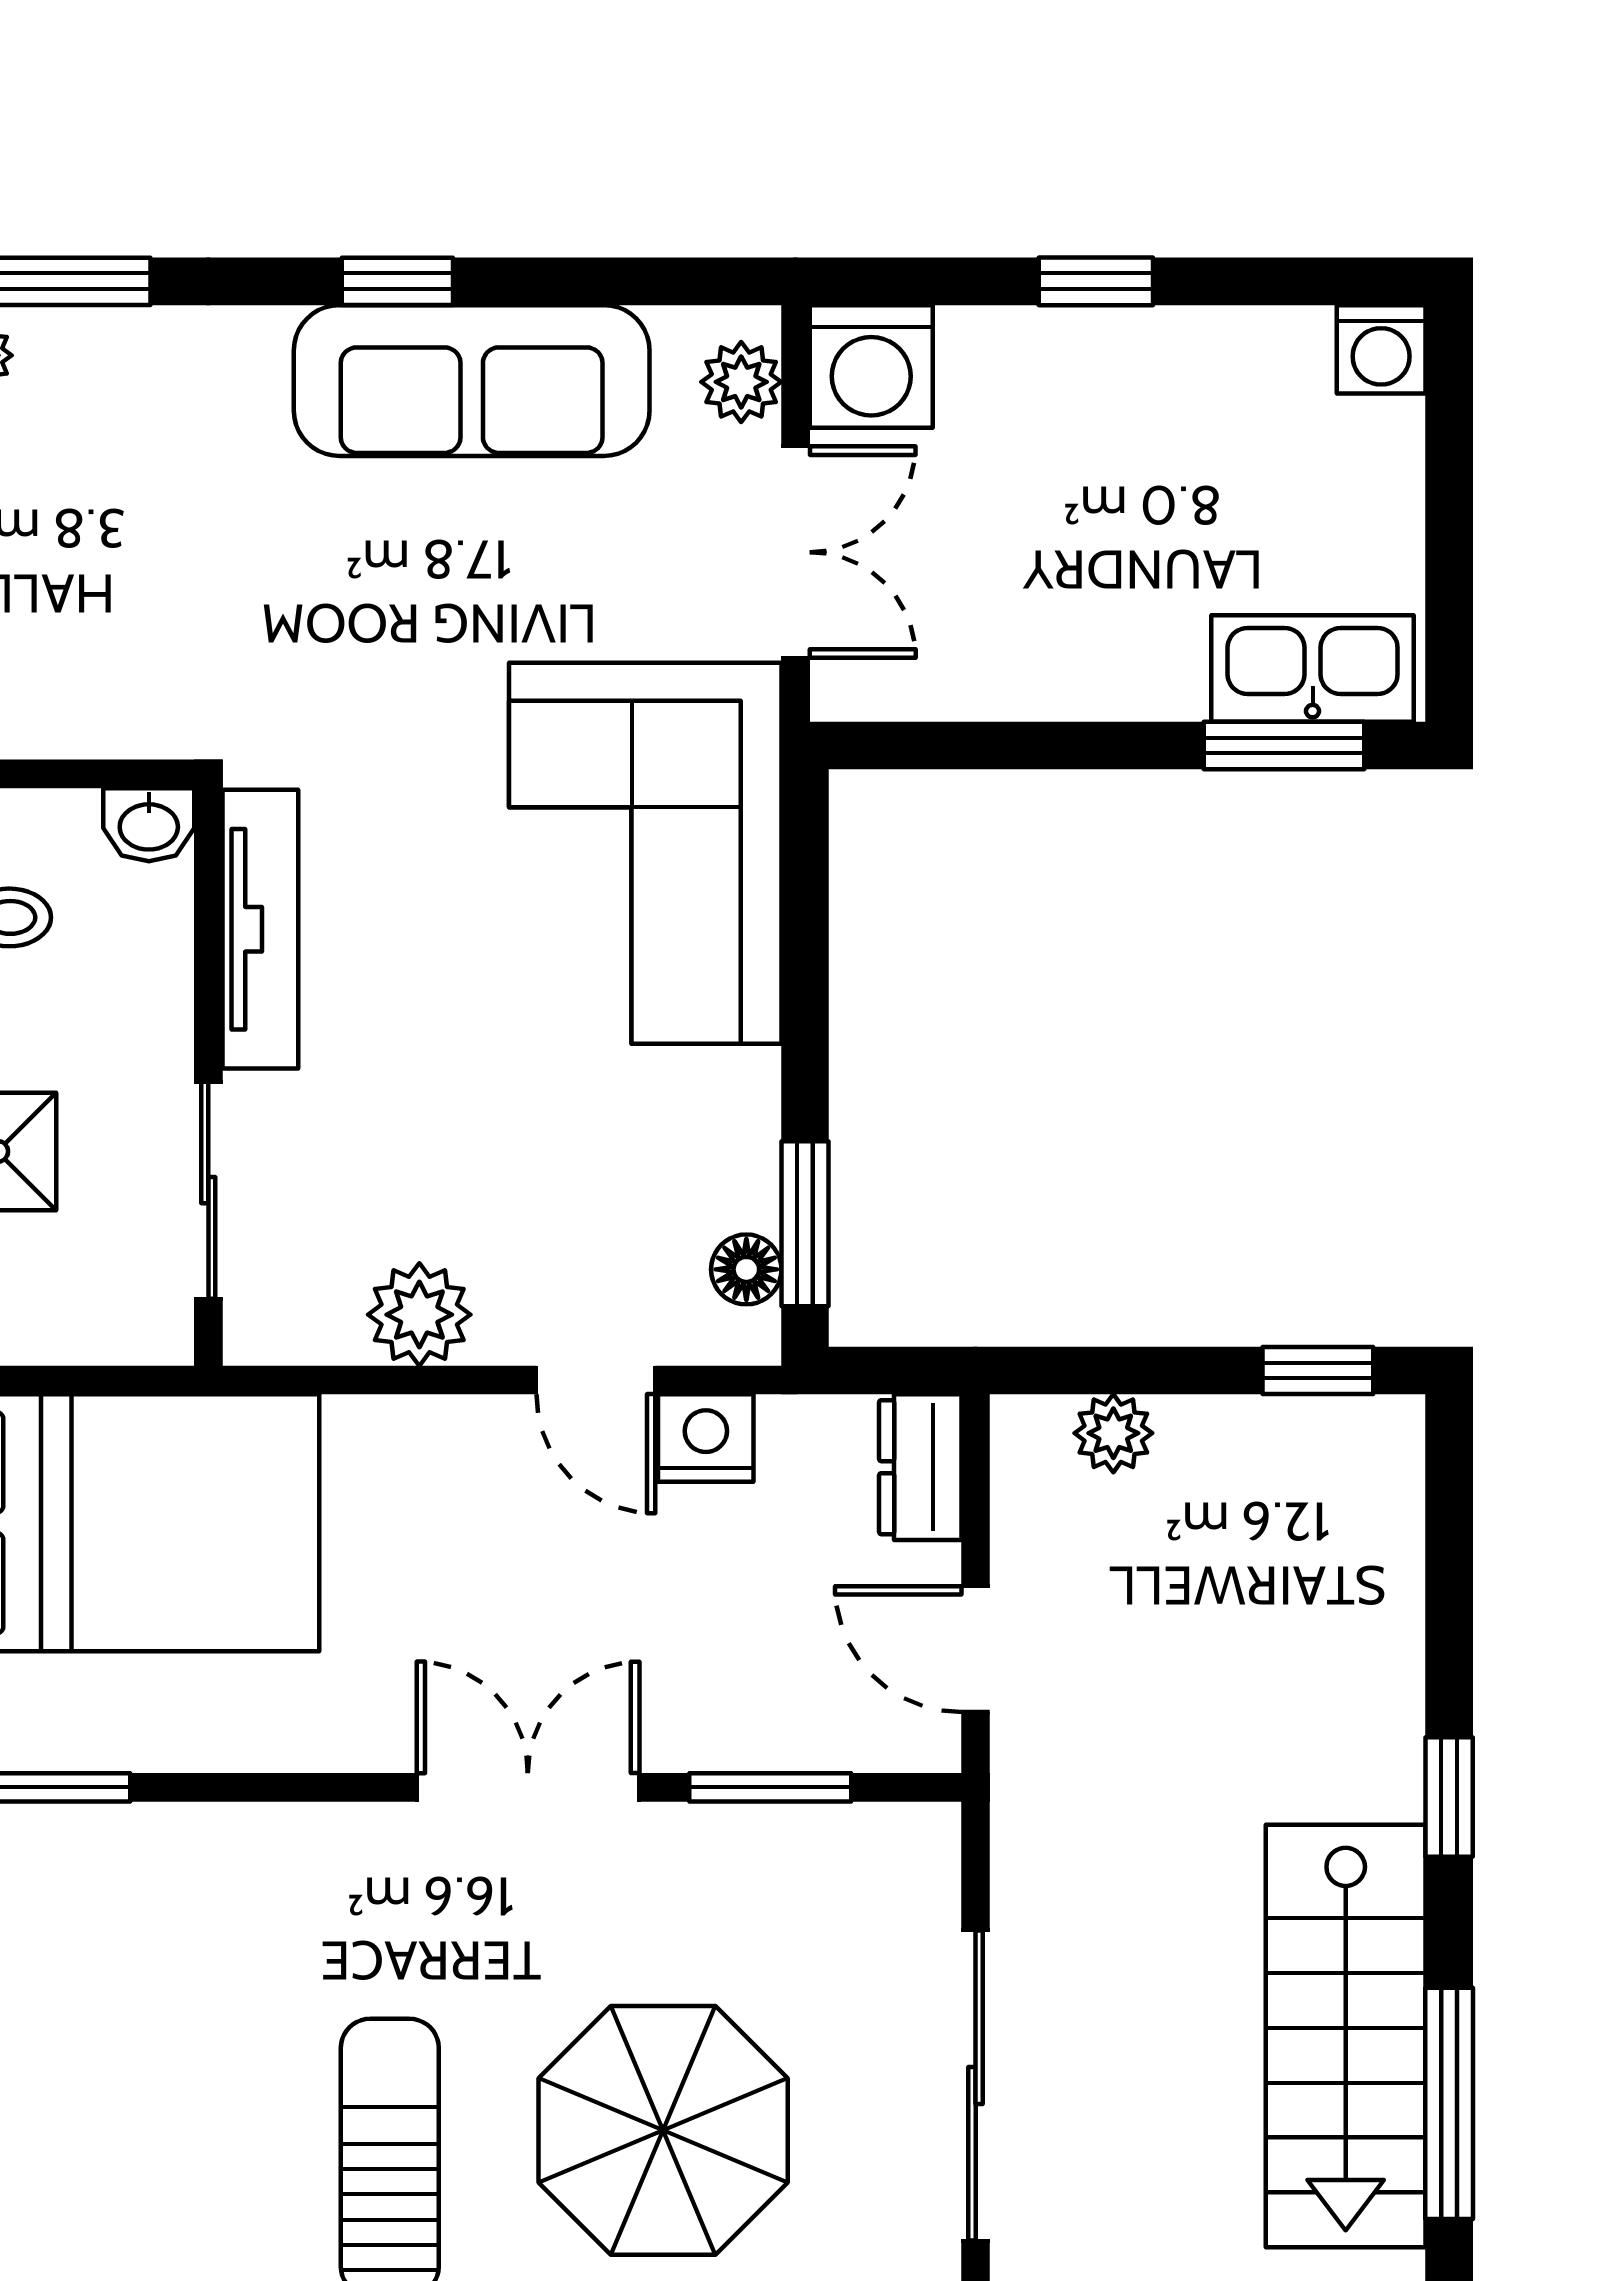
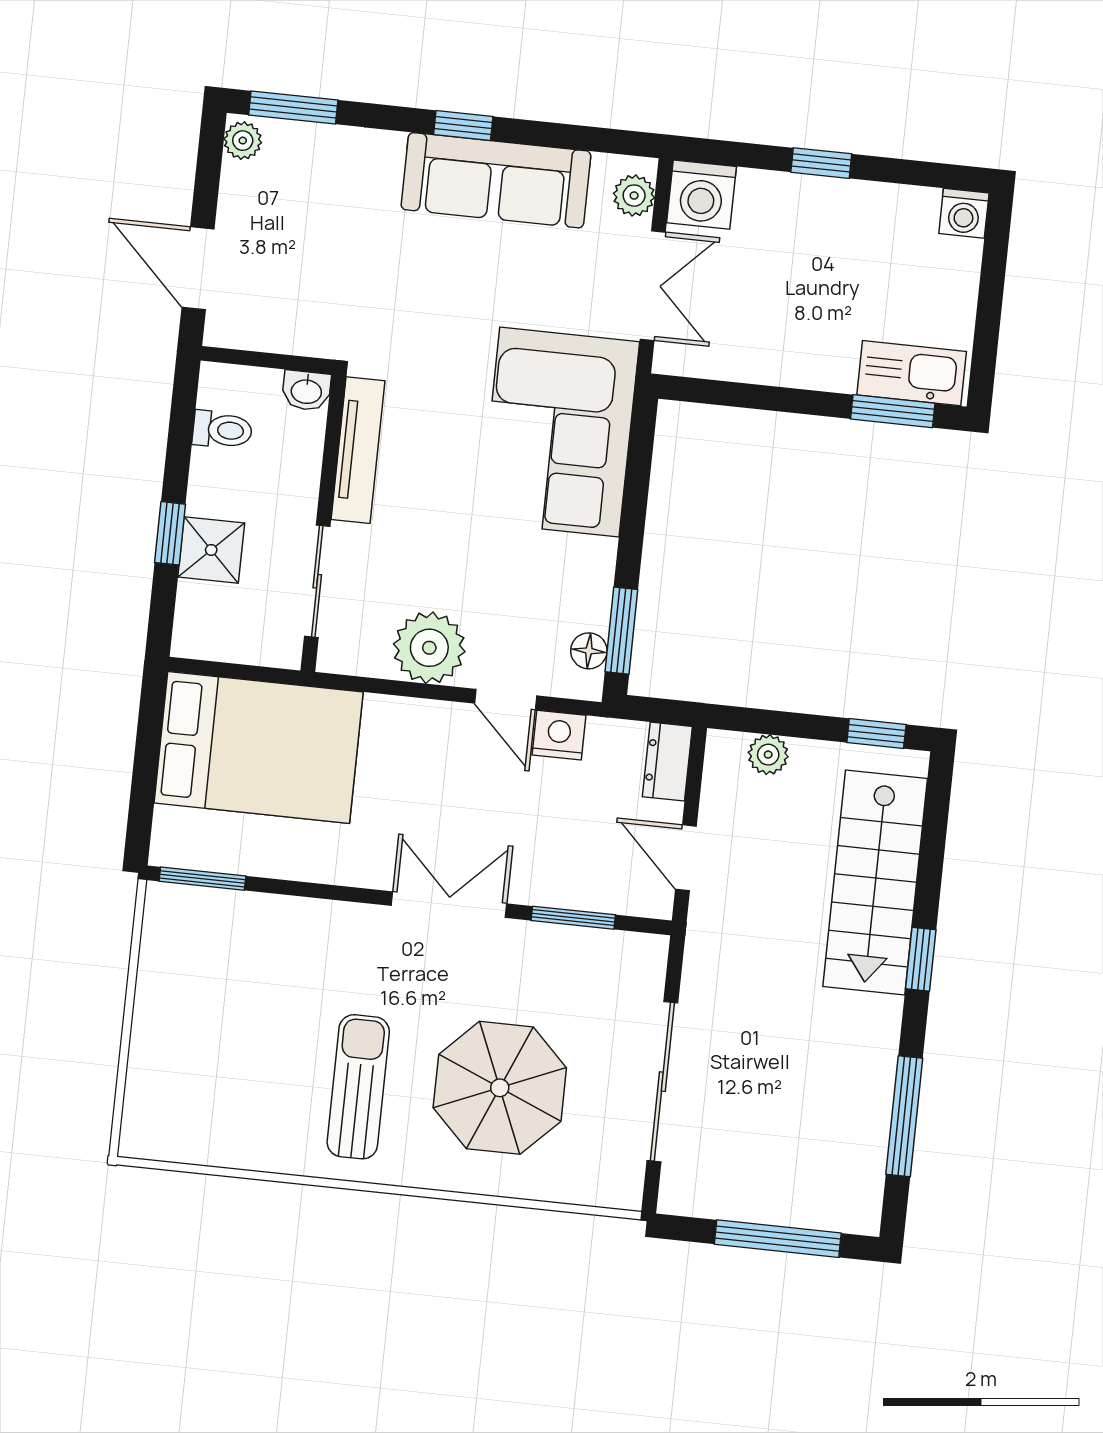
plant: (419, 1315) -> (429, 648), width x1.36, depth x1.36
stairs: (1346, 2036) -> (875, 883), moved

